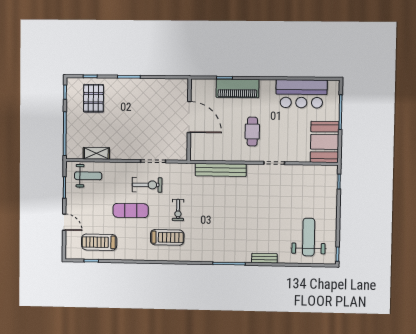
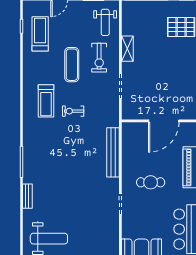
shelving: (96, 153) -> (127, 49), moved
exercise bike: (147, 185) -> (99, 58), moved

